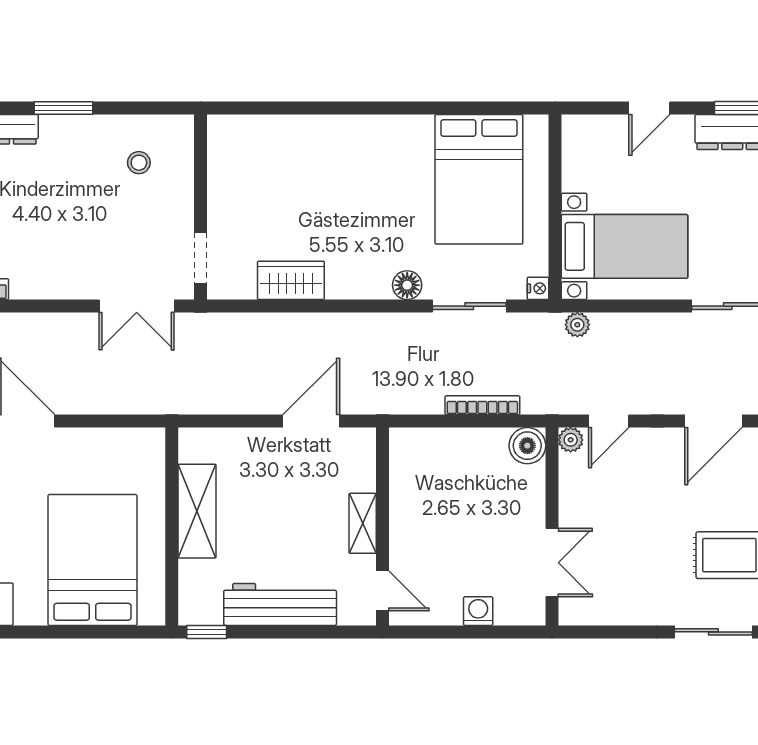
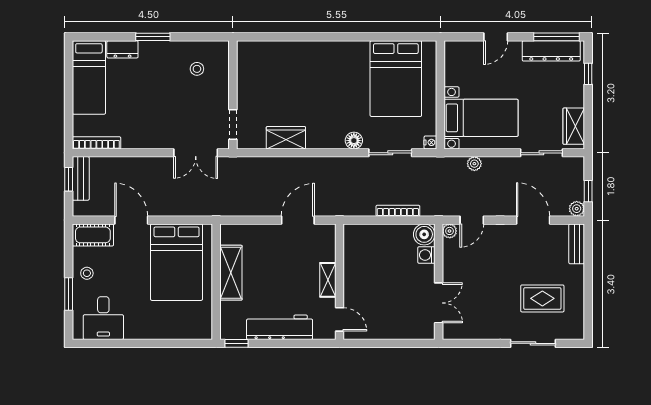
plant: (577, 325) -> (474, 164), moved
door: (713, 421) -> (533, 220), swing flipped
bed: (92, 560) -> (177, 262), moved, turned 180
washing machine: (478, 611) -> (426, 255), moved, turned -90

